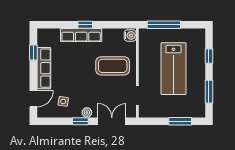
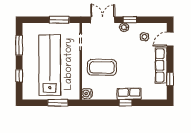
window: (164, 25) -> (58, 103), width x0.69
row of seats: (81, 35) -> (129, 94), width x0.68
lab bench: (173, 69) -> (50, 65), width x1.36
double door: (112, 121) -> (103, 20), swing flipped
window: (180, 121) -> (59, 20), moved

